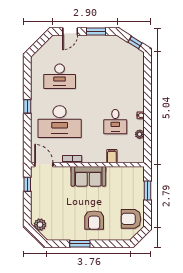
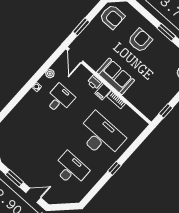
filing cabinet: (112, 156) -> (103, 92), moved
printer: (100, 158) -> (94, 82), added
door: (44, 165) -> (75, 56), moved

